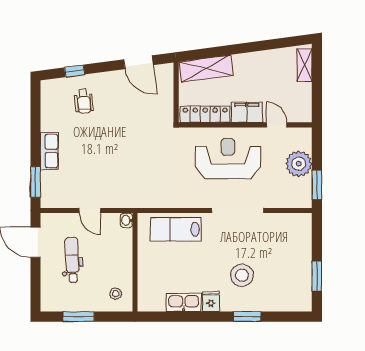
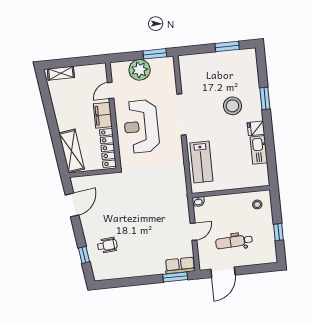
row of seats: (49, 151) -> (180, 265), moved
window: (79, 317) -> (278, 232), width x0.67

